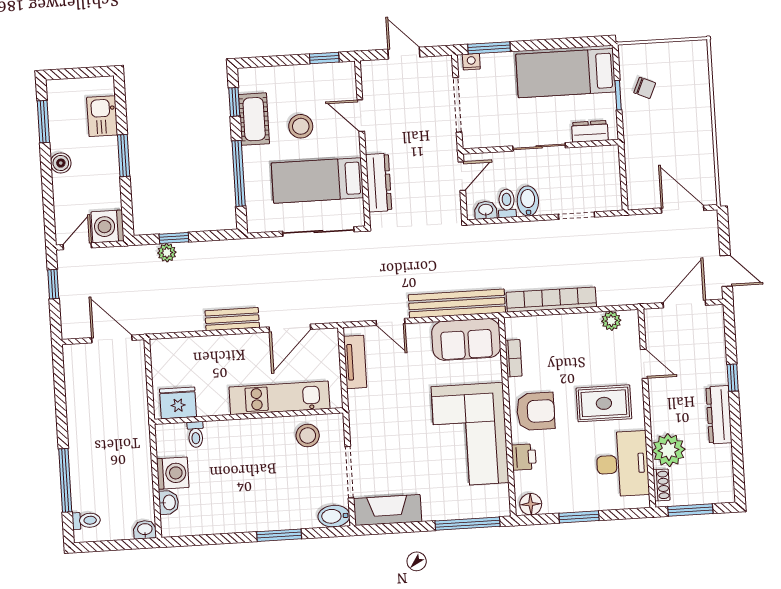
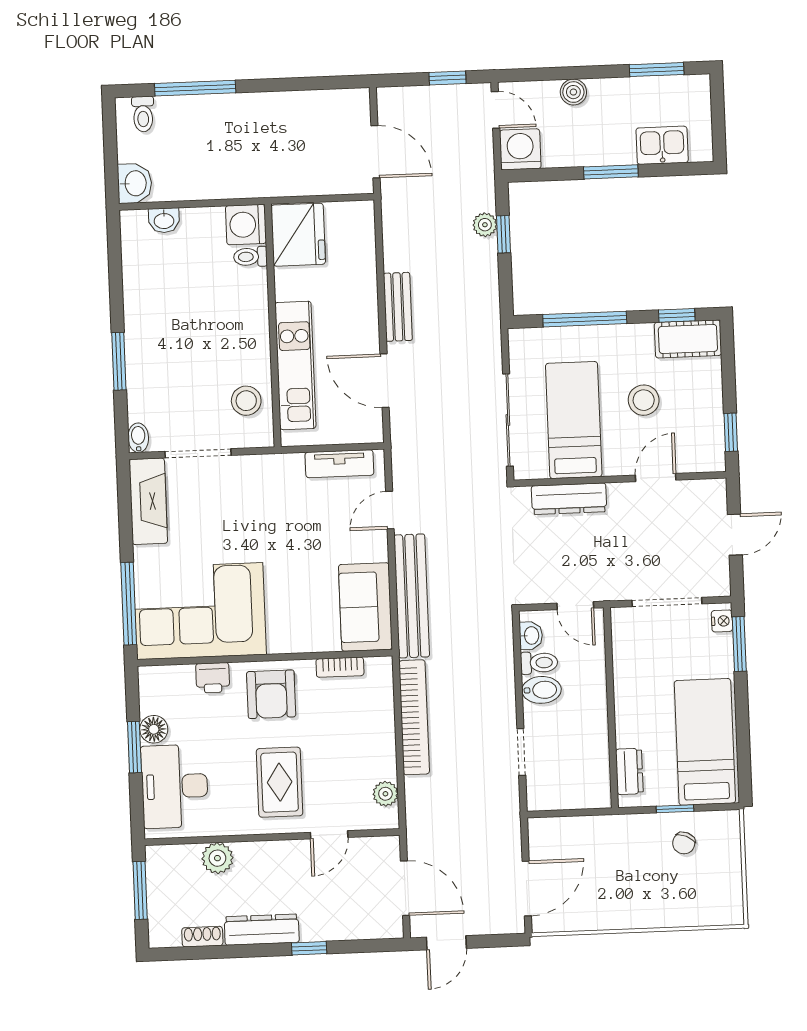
cot: (254, 119) -> (688, 339), moved
sliding door: (539, 147) -> (611, 706), removed
boiler: (61, 163) -> (573, 92), moved
door: (112, 339) -> (375, 152), hinge flipped
fridge: (178, 403) -> (298, 235), width x1.36, depth x1.34
corner sofa: (470, 435) -> (200, 611), moved
plant: (669, 450) -> (217, 858), width x0.73, depth x0.73
desk: (622, 464) -> (175, 786), moved, turned 90
washing machine: (173, 473) -> (246, 225), moved, turned 90
shoe rack: (661, 485) -> (202, 937), moved, turned 180
floor lamp: (531, 504) -> (154, 729), moved
bidet: (334, 516) -> (138, 438), width x0.72, depth x0.74
washbasin: (145, 530) -> (135, 183), width x1.38, depth x1.45

